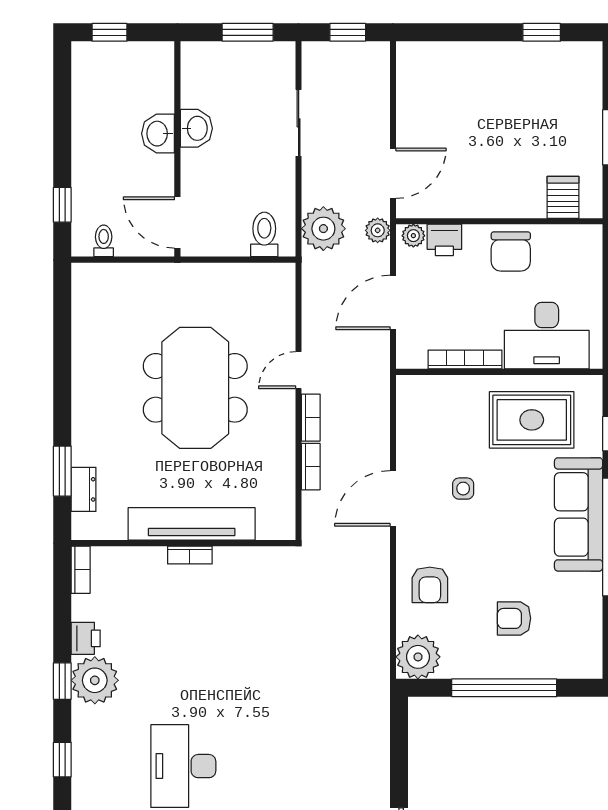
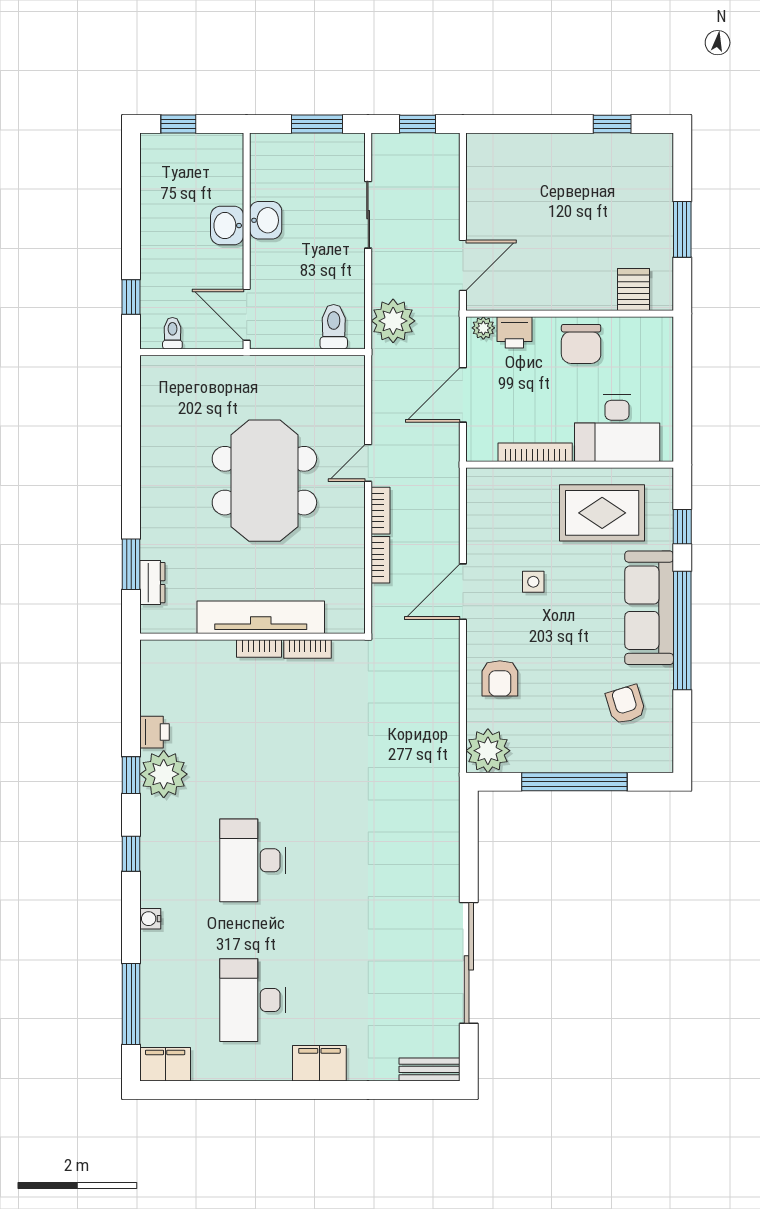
plant: (378, 230) -> (448, 323), removed
bookcase: (81, 570) -> (308, 649), moved, turned 90
armchair: (514, 618) -> (626, 705), moved, turned 73

